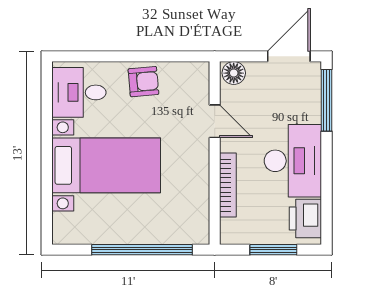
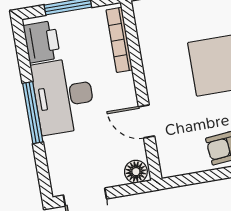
window: (327, 100) -> (33, 113), moved
bookcase: (228, 185) -> (119, 40), moved

